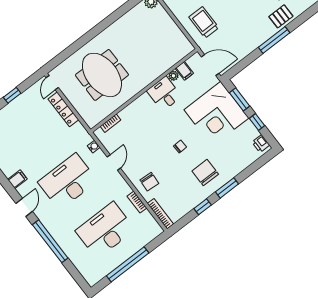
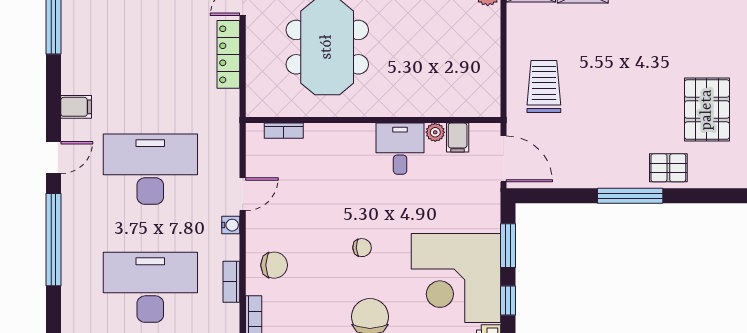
corner desk: (216, 114) -> (456, 278), moved
water cooler: (94, 147) -> (231, 225), moved
chair: (149, 182) -> (274, 265), turned -94

